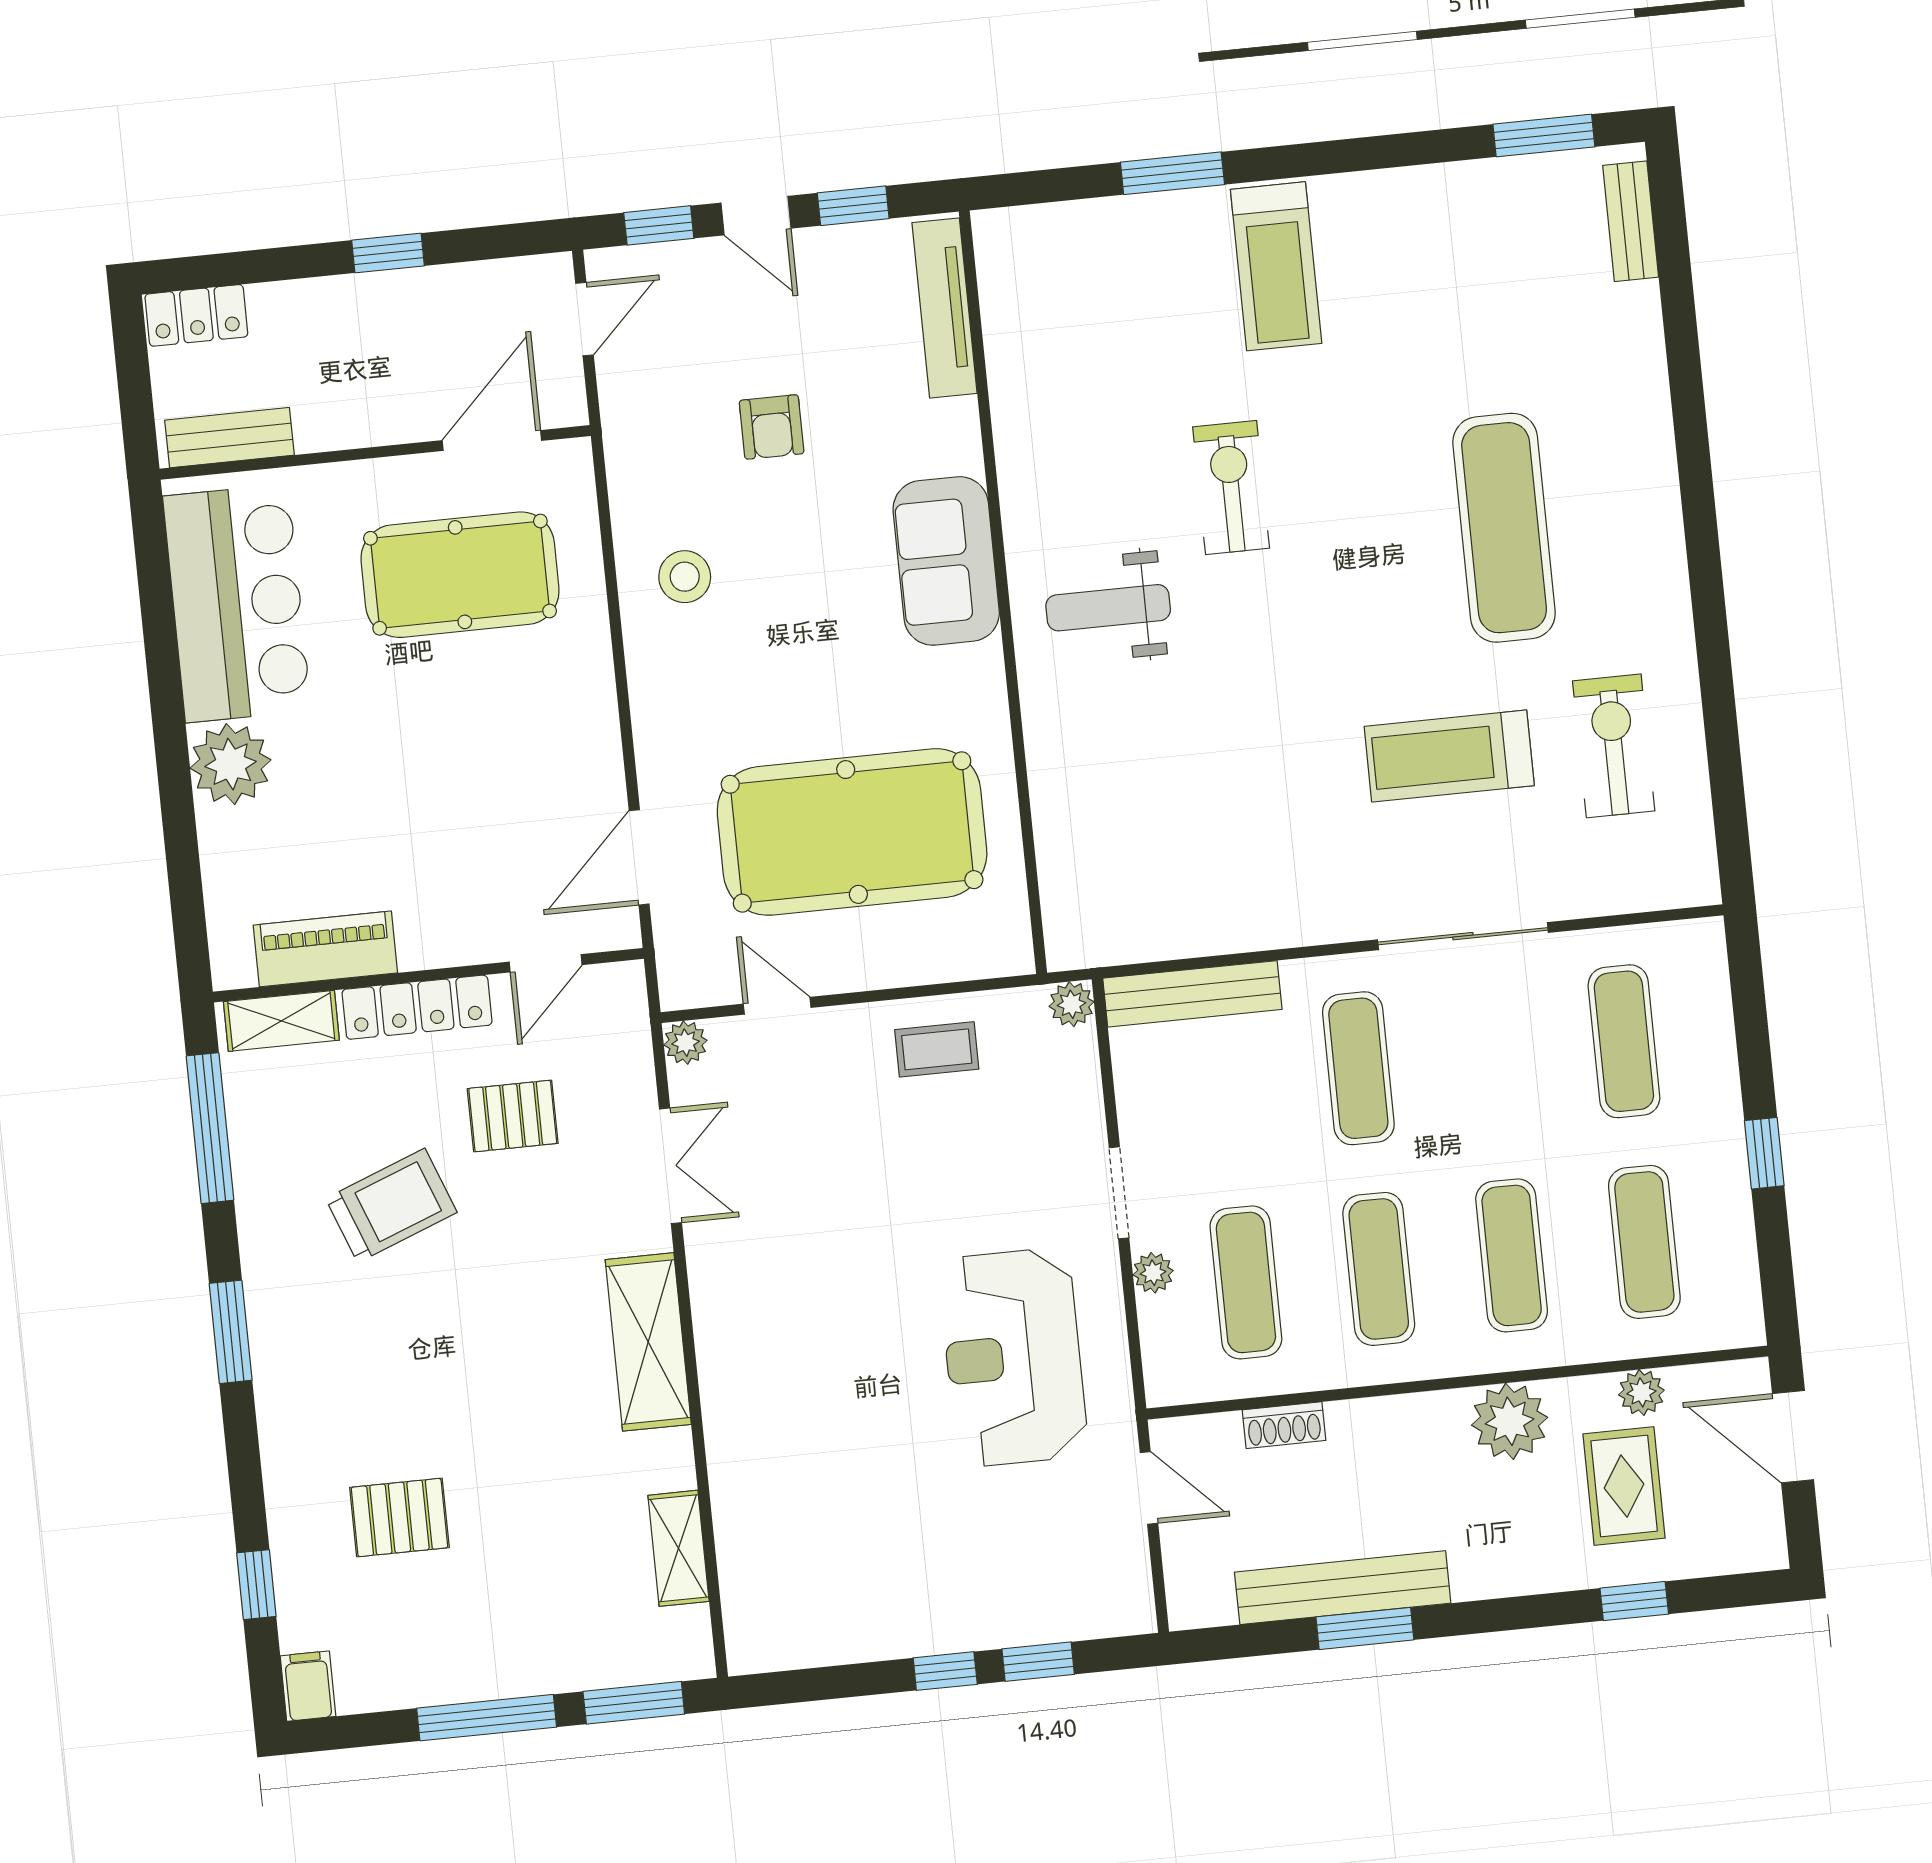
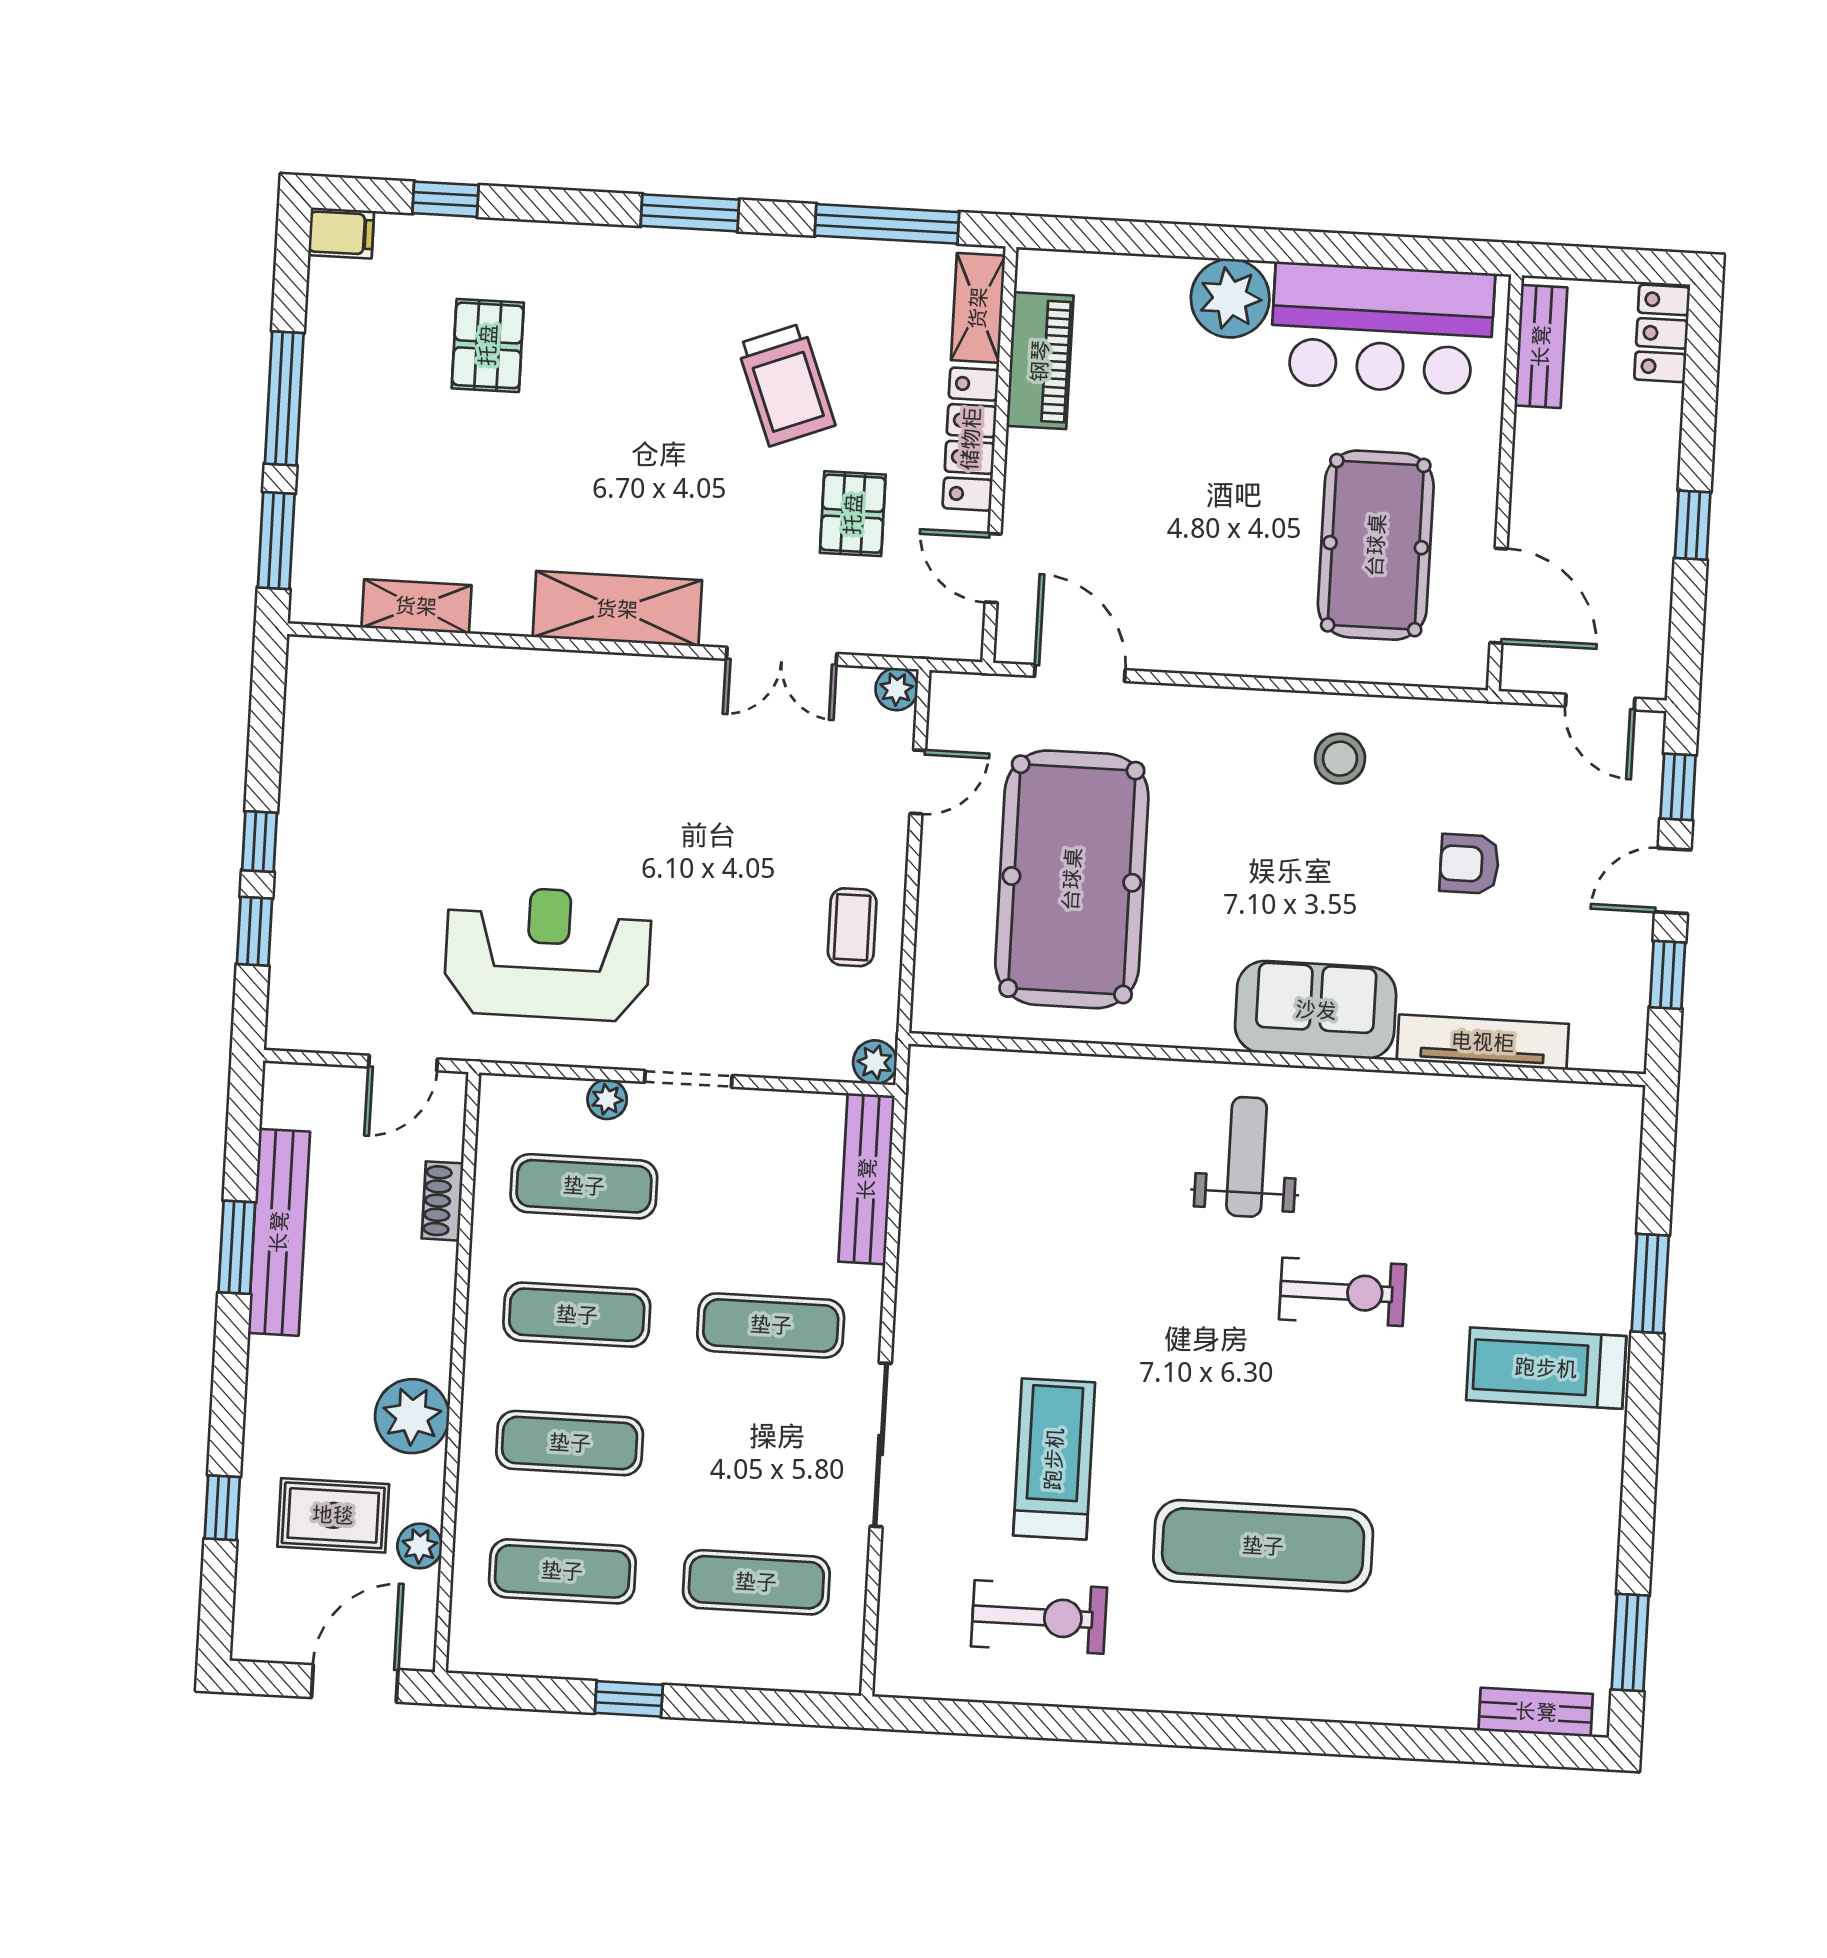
tv unit: (945, 308) -> (1483, 1042), moved

